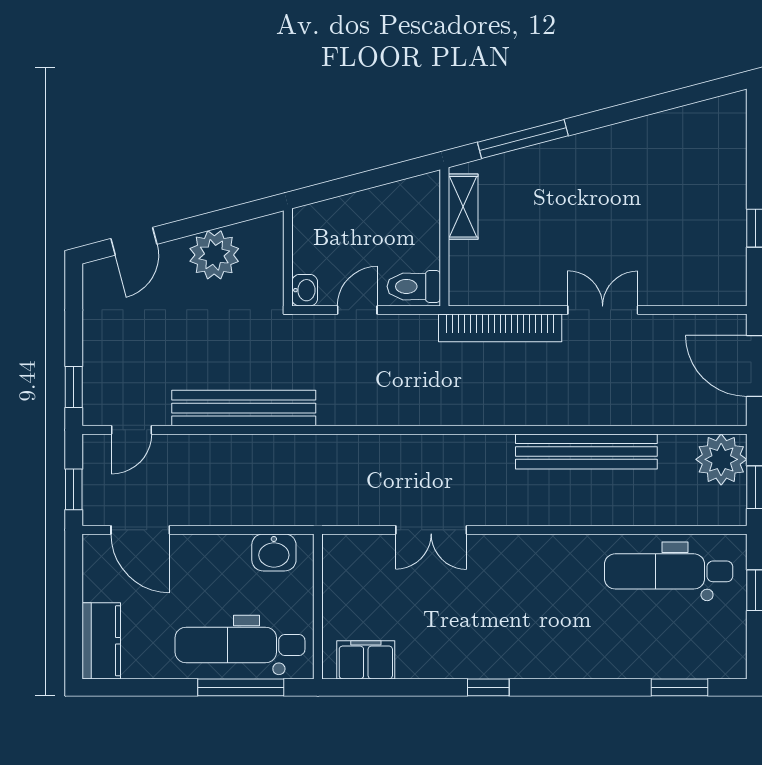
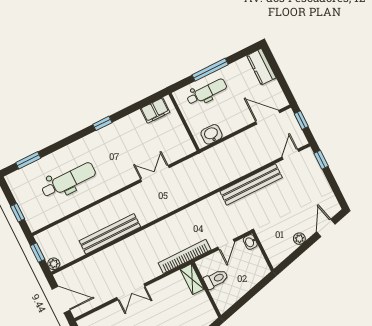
shelving: (463, 207) -> (192, 279), moved
plant: (214, 255) -> (299, 239), width x0.53, depth x0.53
toilet: (414, 286) -> (216, 279), moved
bookcase: (500, 328) -> (185, 256), moved
plant: (721, 459) -> (54, 264), width x0.53, depth x0.53
dental chair: (669, 571) -> (68, 180), moved
dental chair: (240, 645) -> (207, 92), width x0.73, depth x0.72
window: (241, 687) -> (210, 70), moved

